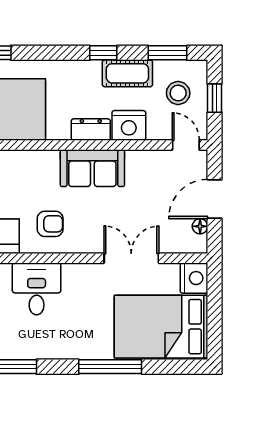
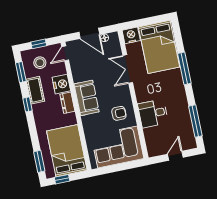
armchair: (50, 224) -> (119, 113), turned 90

